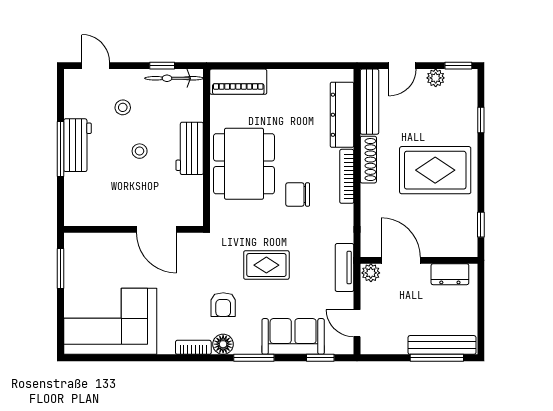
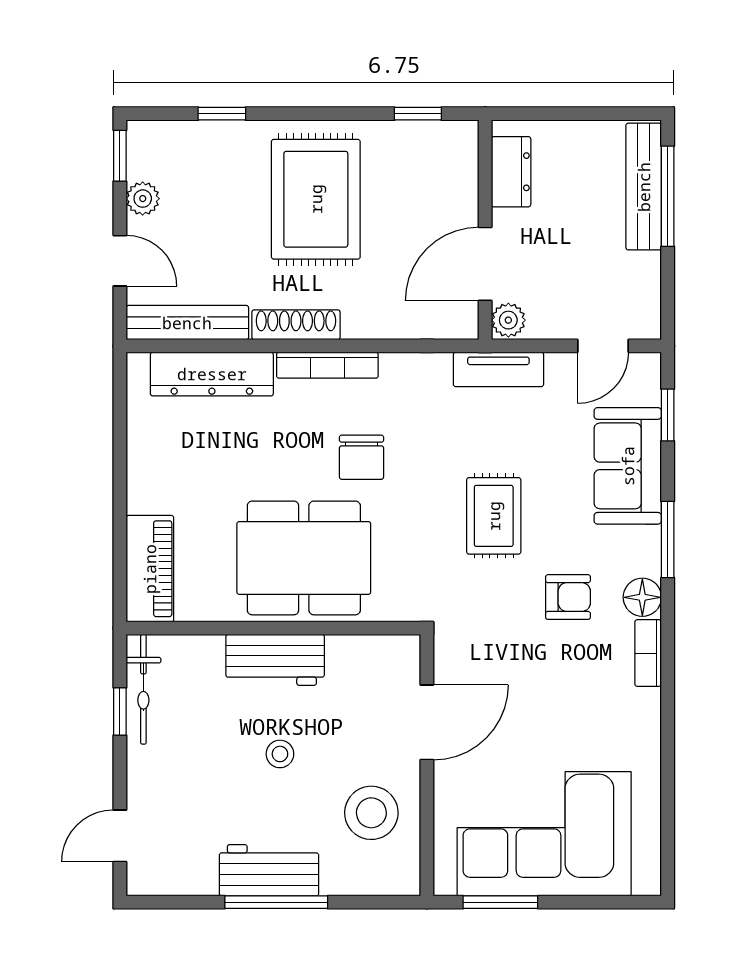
stool: (123, 107) -> (371, 813), moved, width x1.89, depth x1.89
corner sofa: (110, 321) -> (544, 834), moved, turned 90

